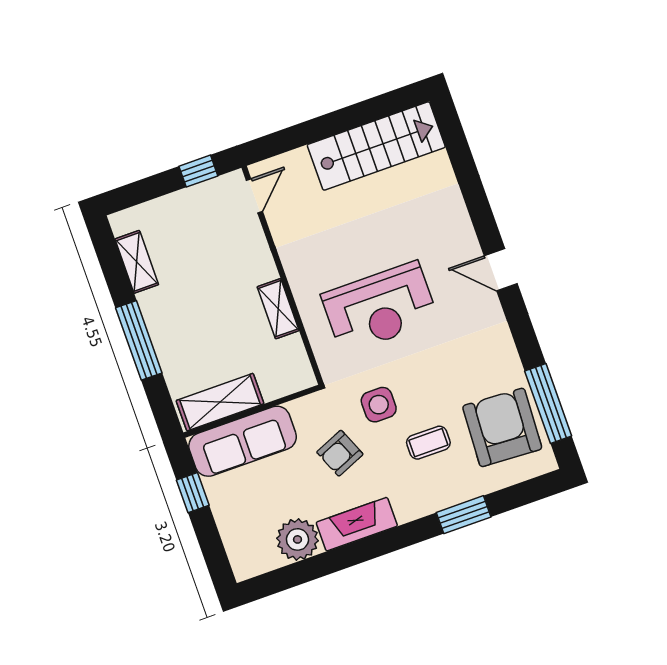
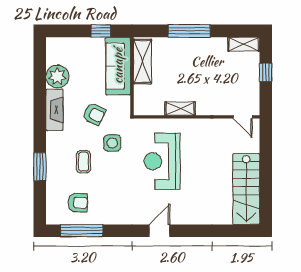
window: (198, 171) -> (266, 72), moved
shelving: (137, 262) -> (244, 44), moved
armchair: (502, 427) -> (78, 203), width x0.53, depth x0.53
armchair: (340, 453) -> (94, 114), turned 138

